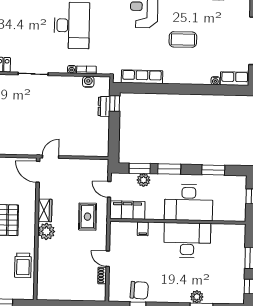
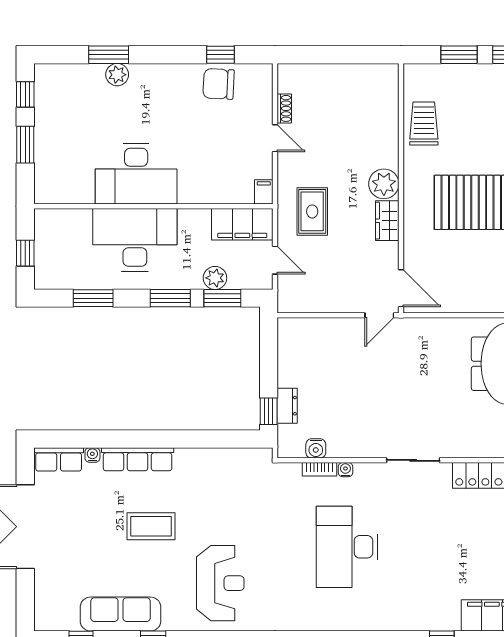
row of seats: (142, 77) -> (138, 459), moved
filing cabinet: (143, 229) -> (264, 192), moved

